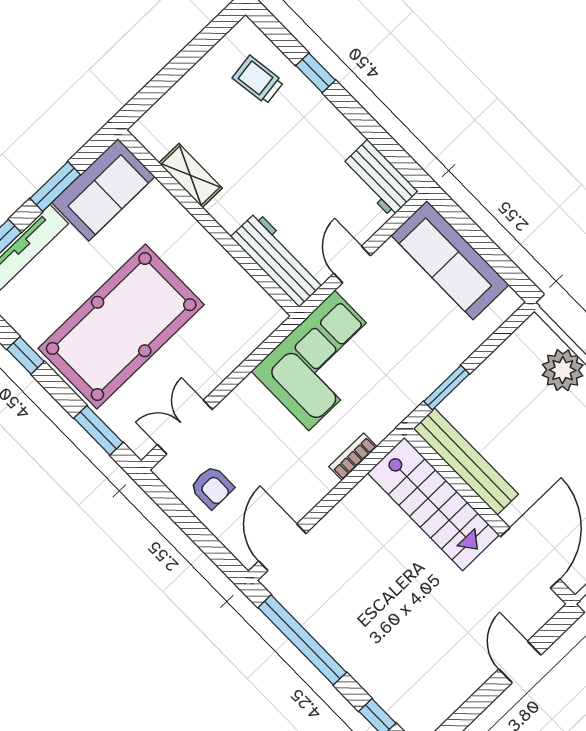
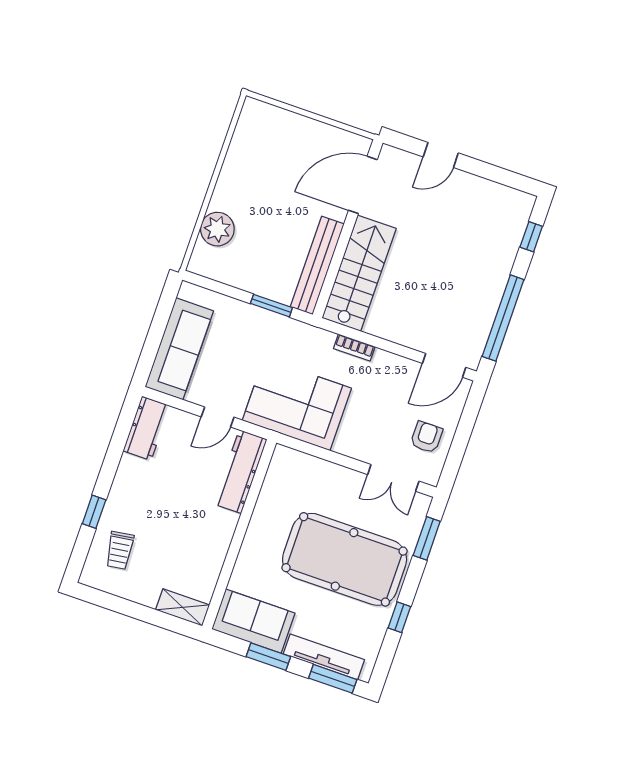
shelving: (191, 176) -> (183, 607), moved, turned 90

